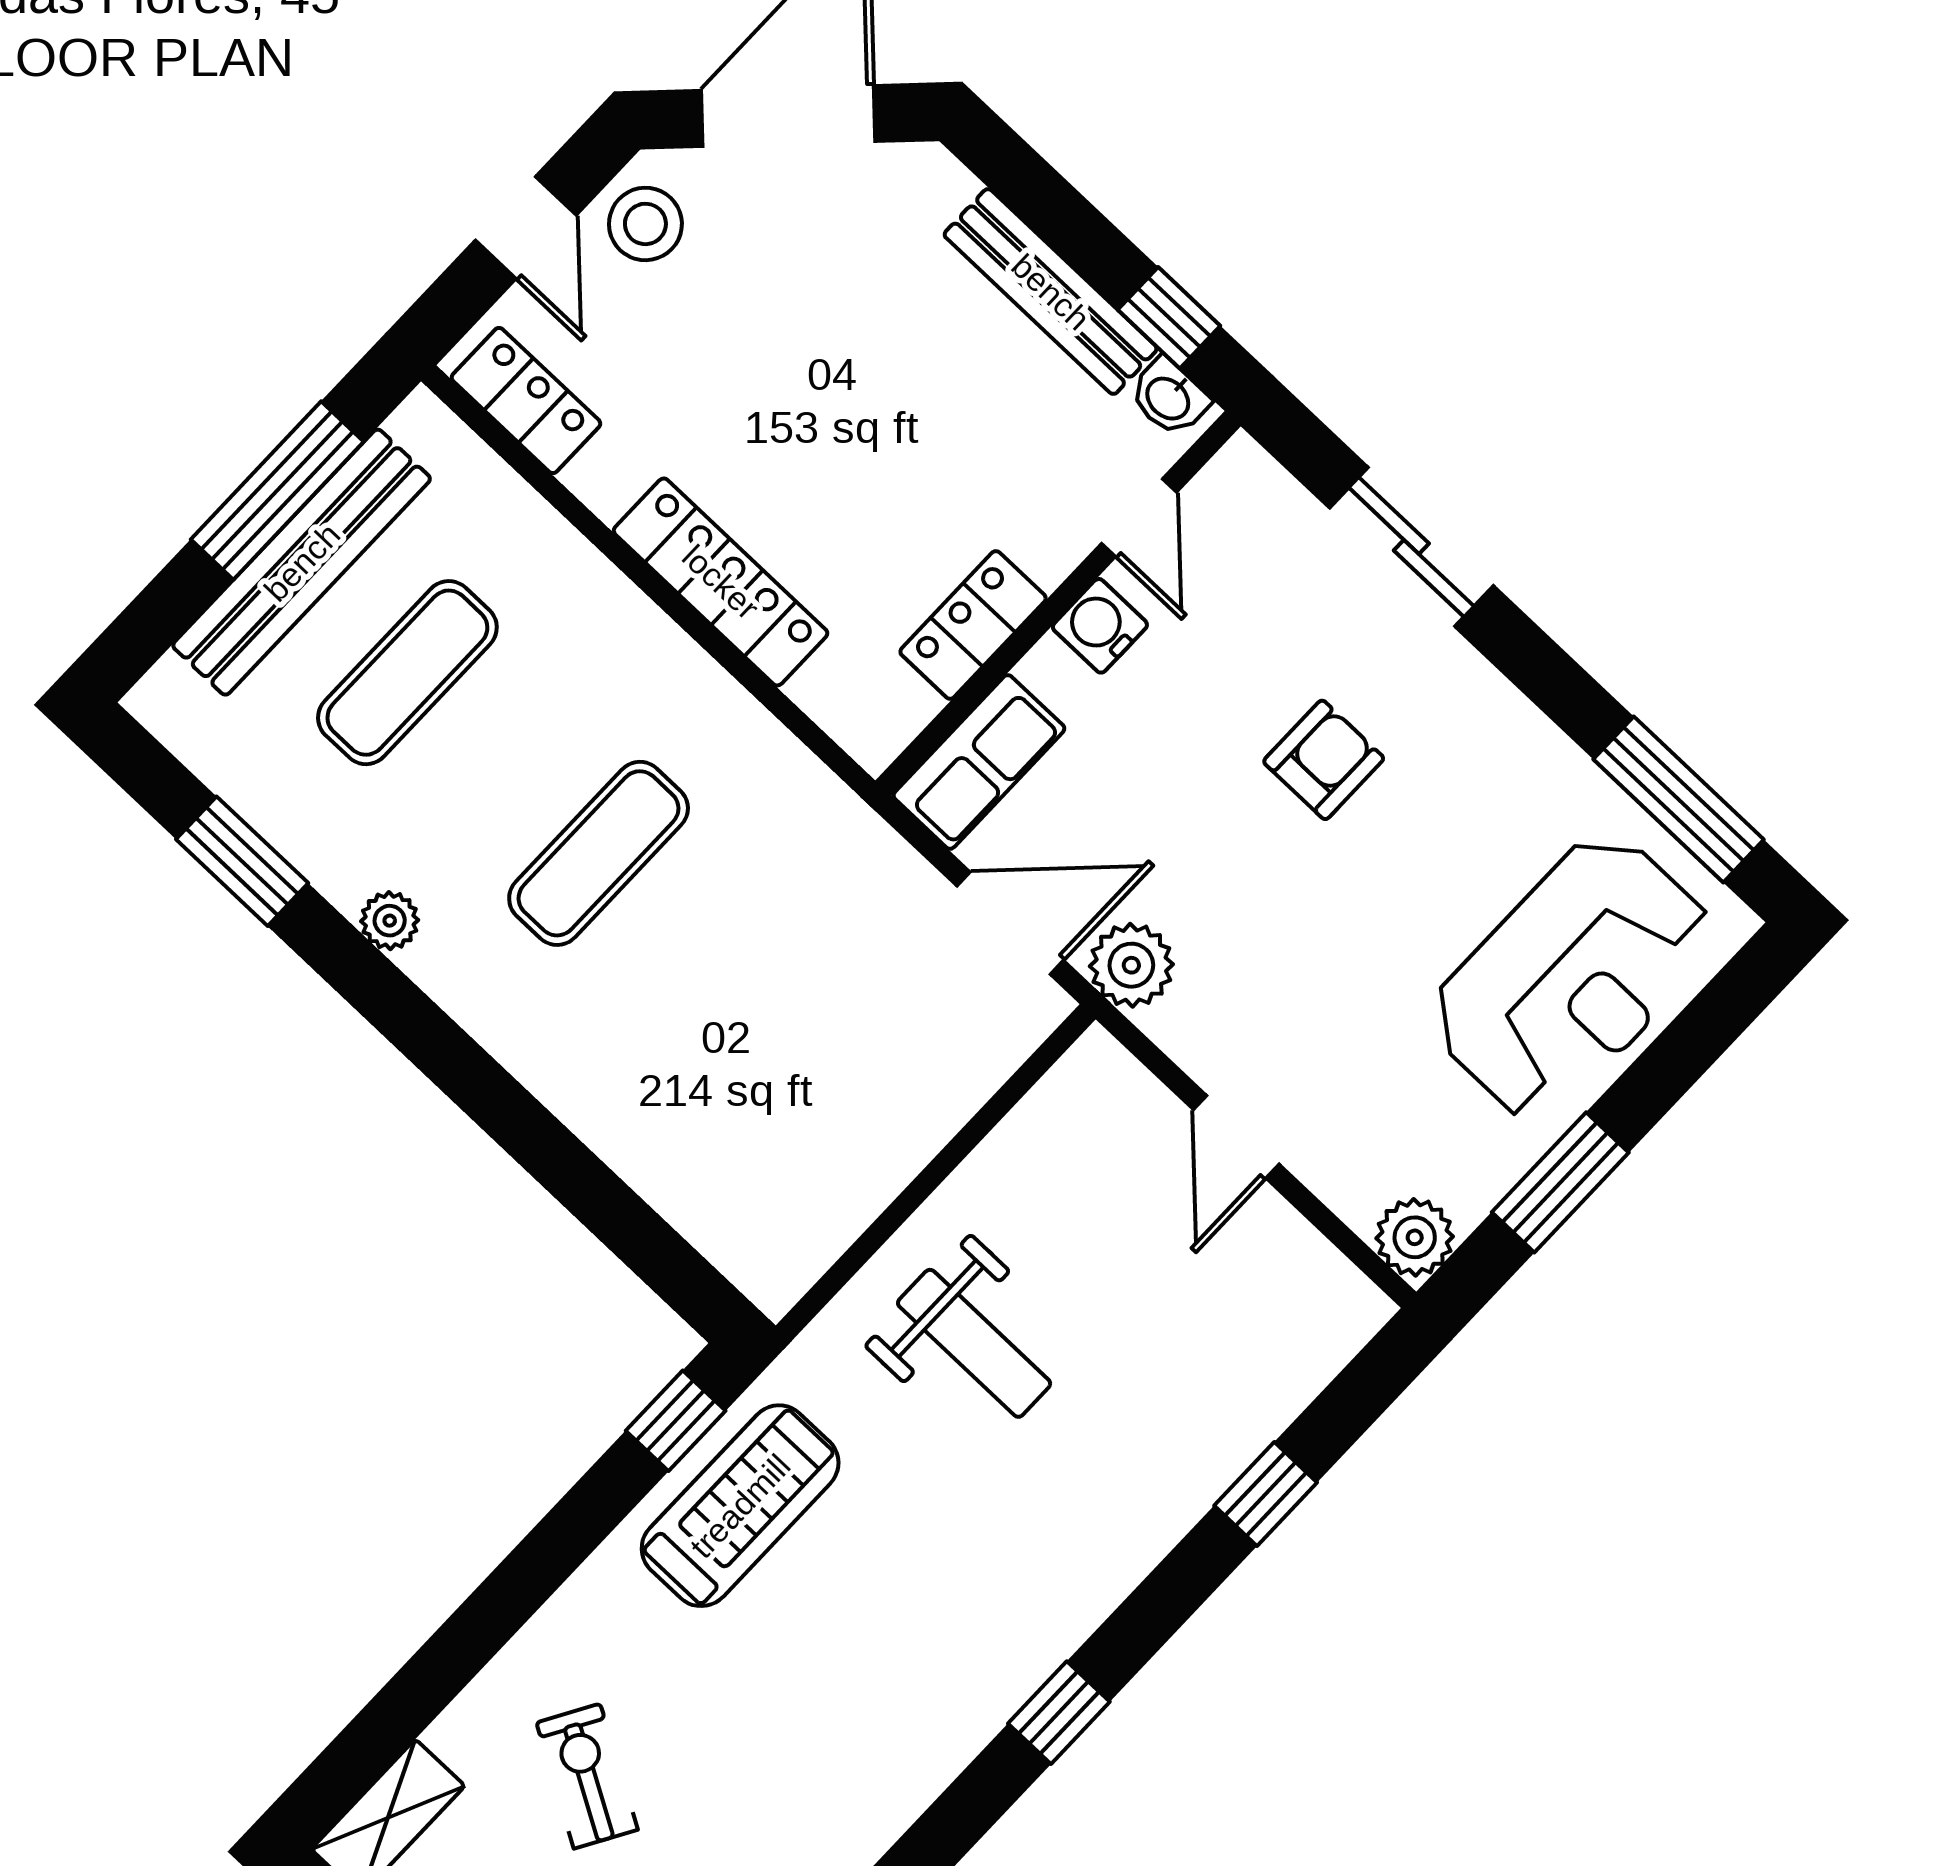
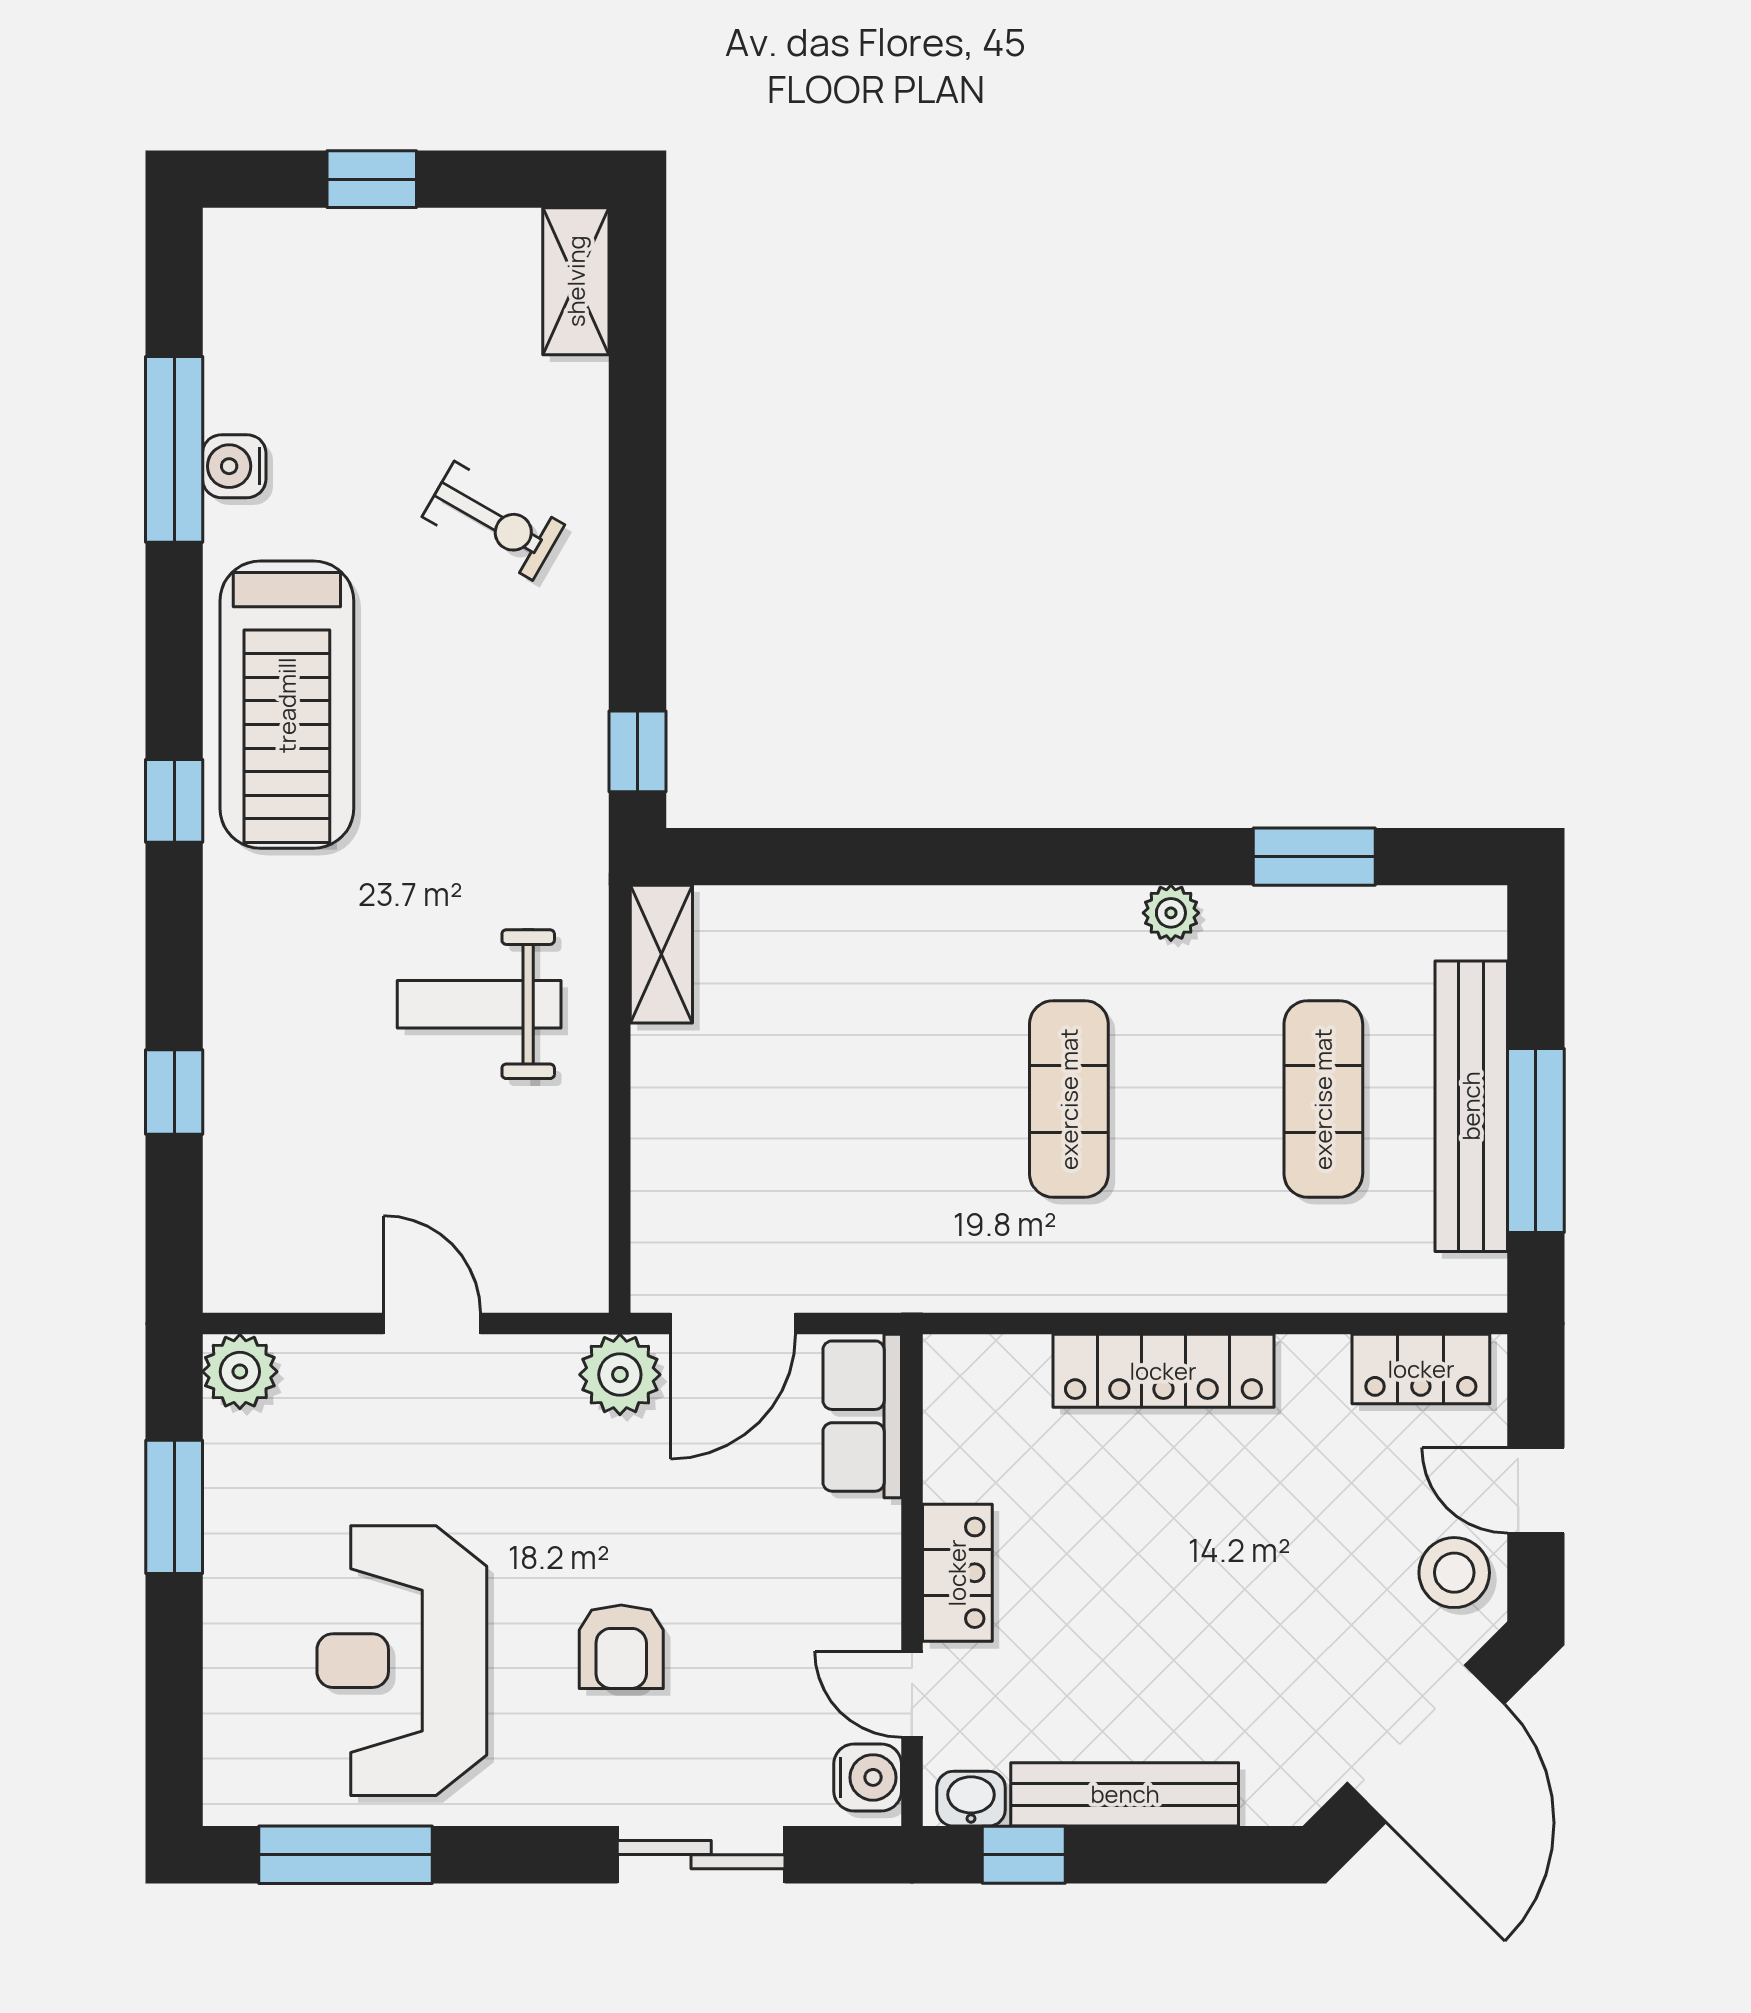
locker: (973, 625) -> (957, 1573), moved
water cooler: (1100, 626) -> (868, 1777), moved
reception desk: (1572, 977) -> (402, 1661), moved
shelving: (802, 1251) -> (661, 954), added
treadmill: (740, 1506) -> (287, 705), moved, width x1.37, depth x1.37
exercise bike: (587, 1776) -> (493, 521), moved

